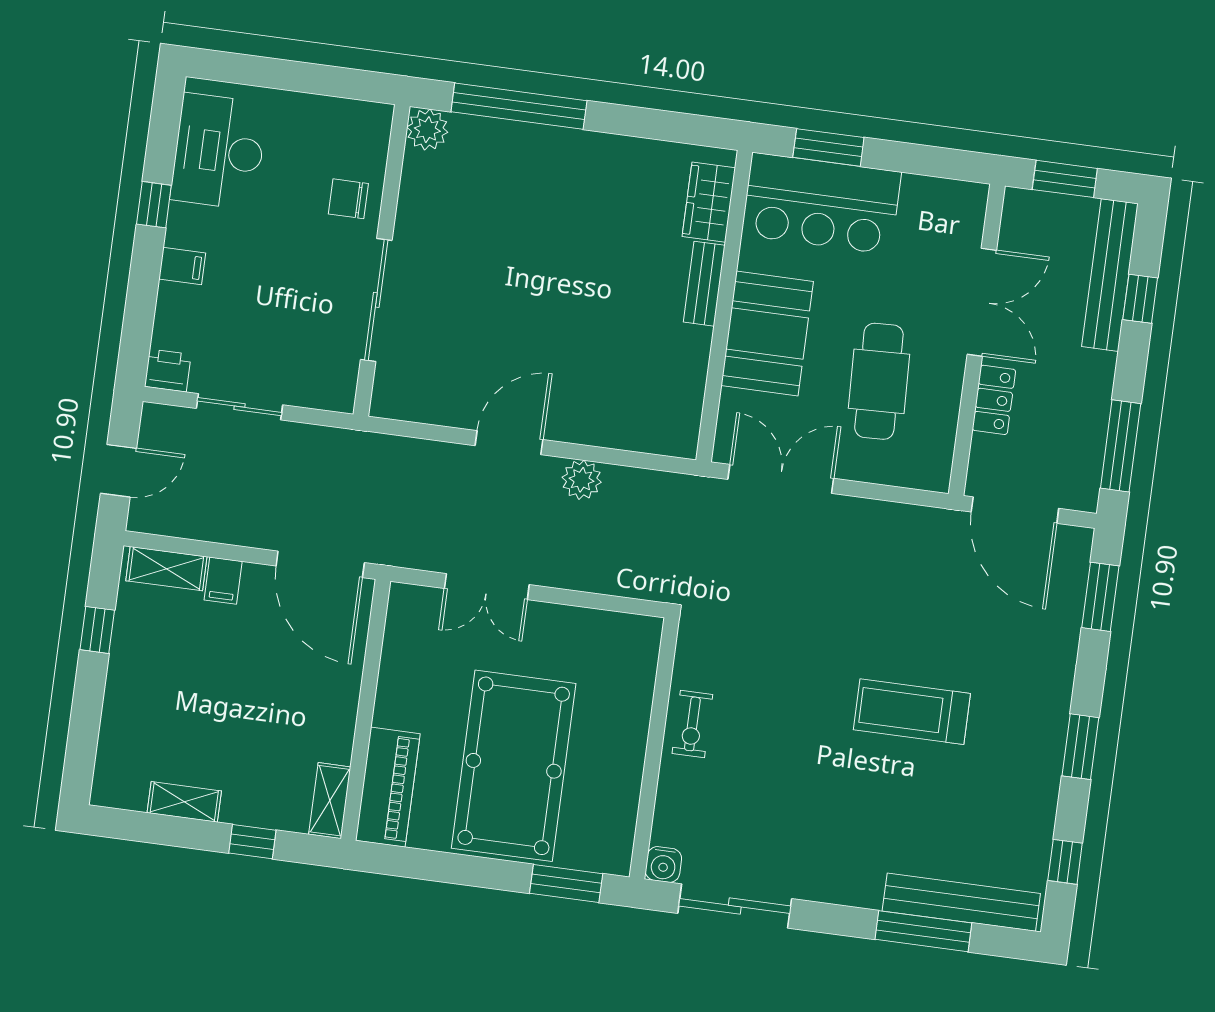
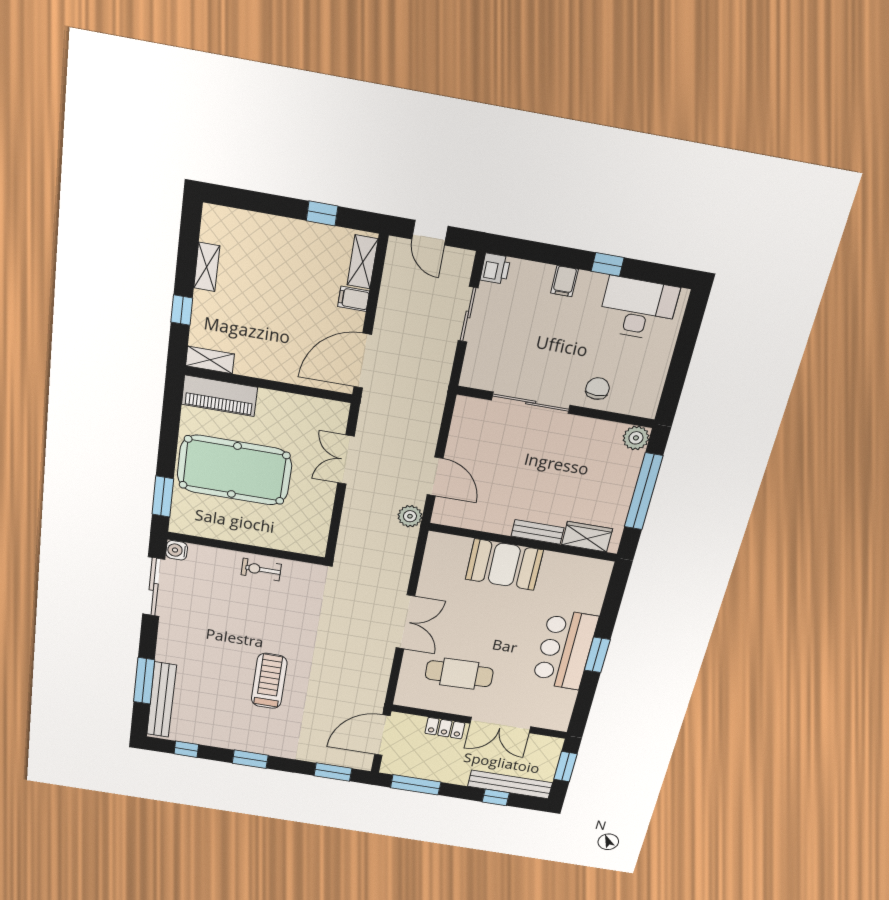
wardrobe: (709, 202) -> (587, 537), moved
bench: (704, 284) -> (538, 532), moved
wall: (724, 306) -> (523, 542), moved
booth: (767, 333) -> (504, 565), moved

